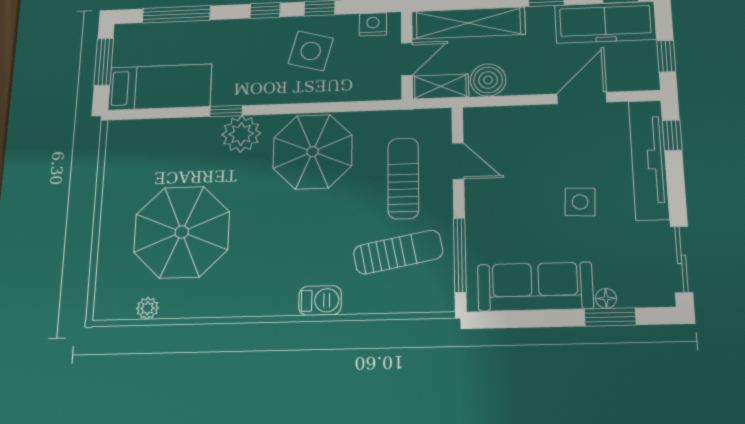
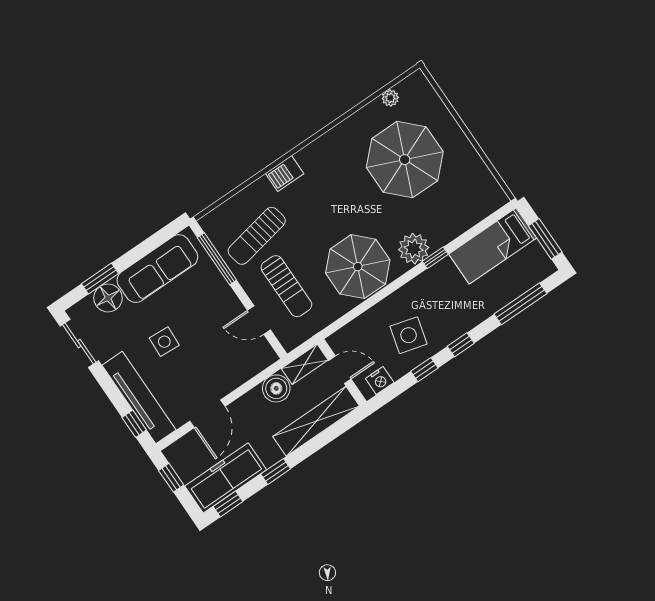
door: (407, 59) -> (340, 370), swing flipped
floor lamp: (606, 298) -> (108, 298), width x1.89, depth x1.89

